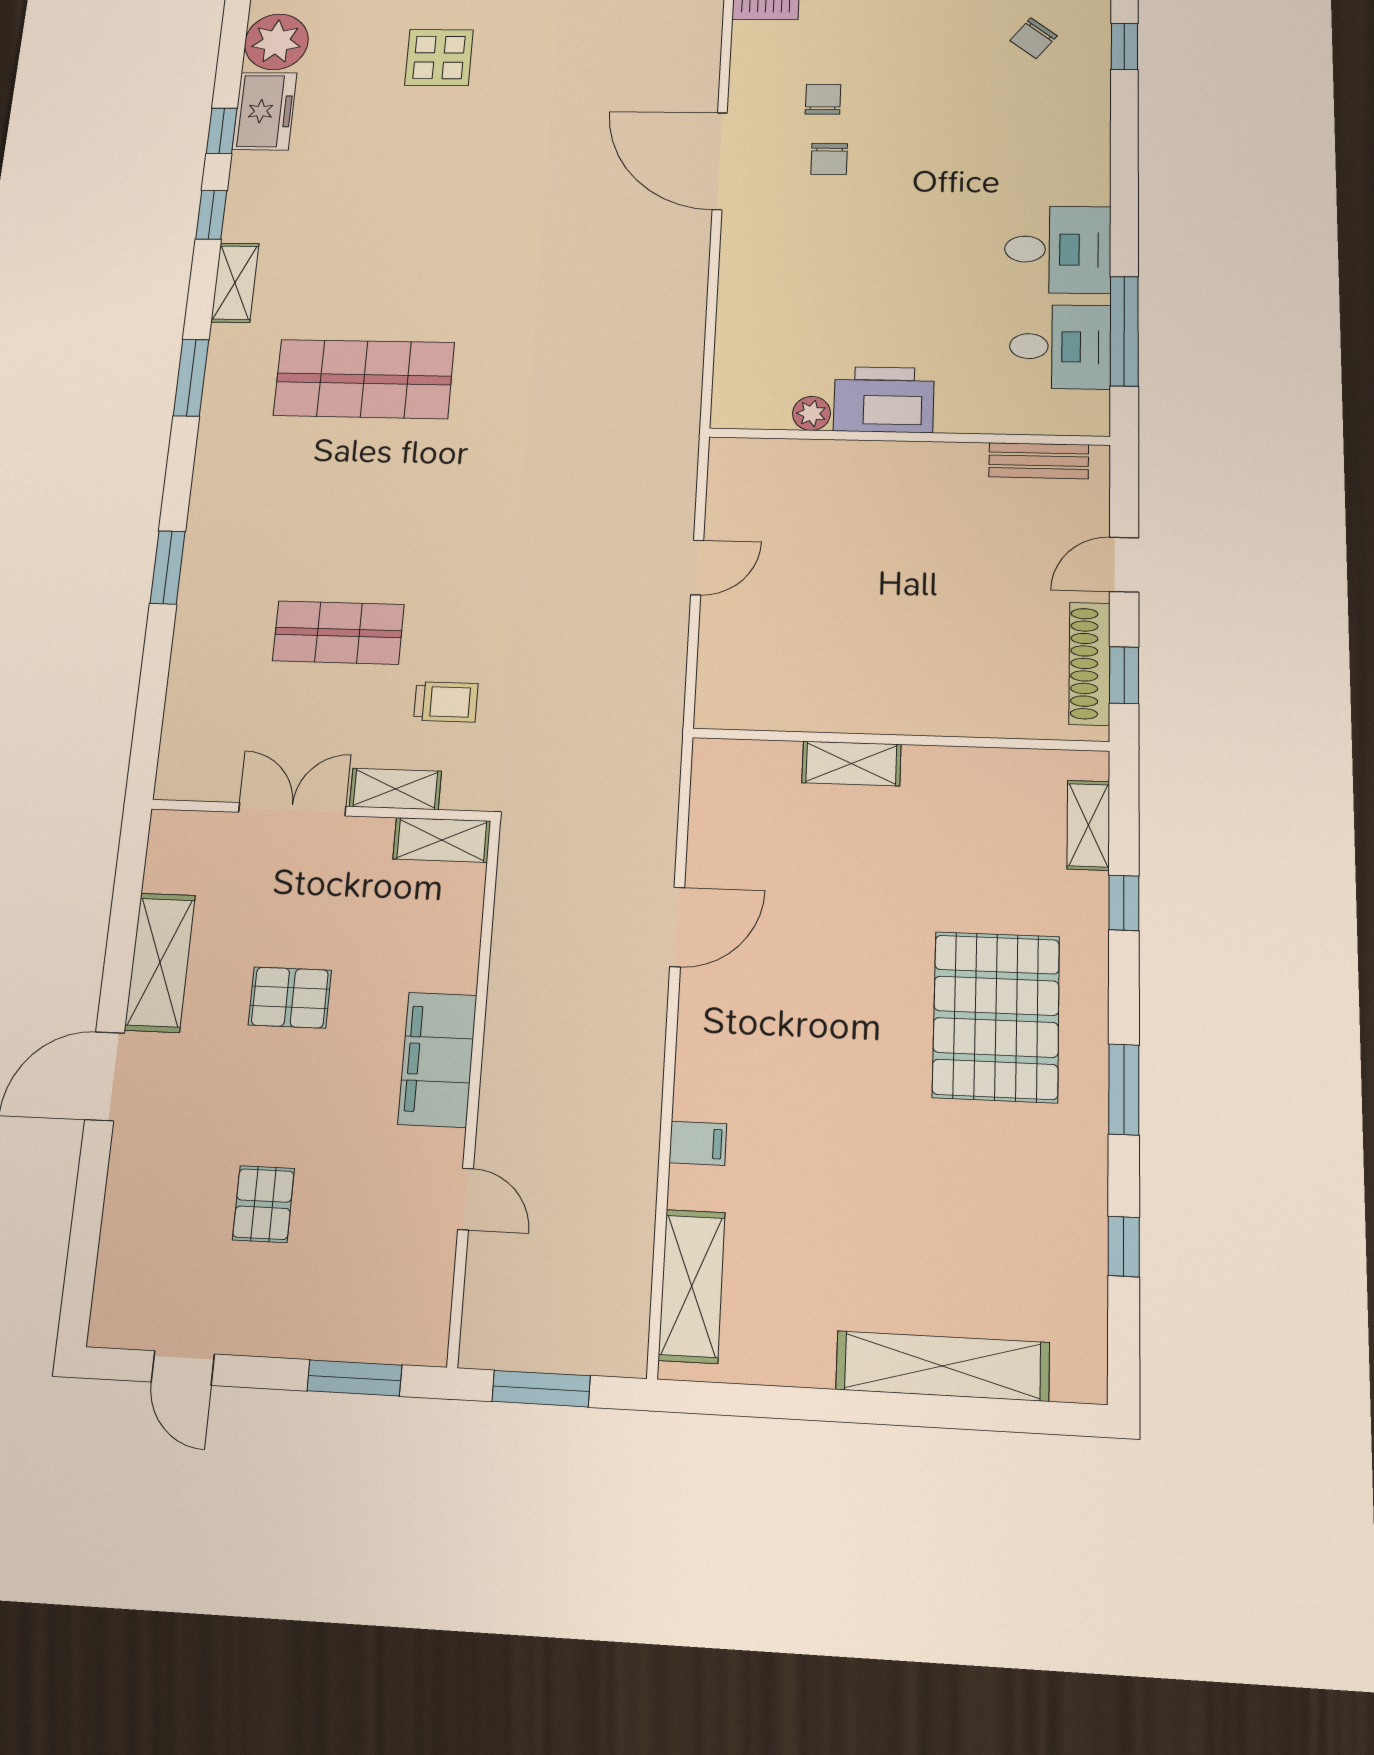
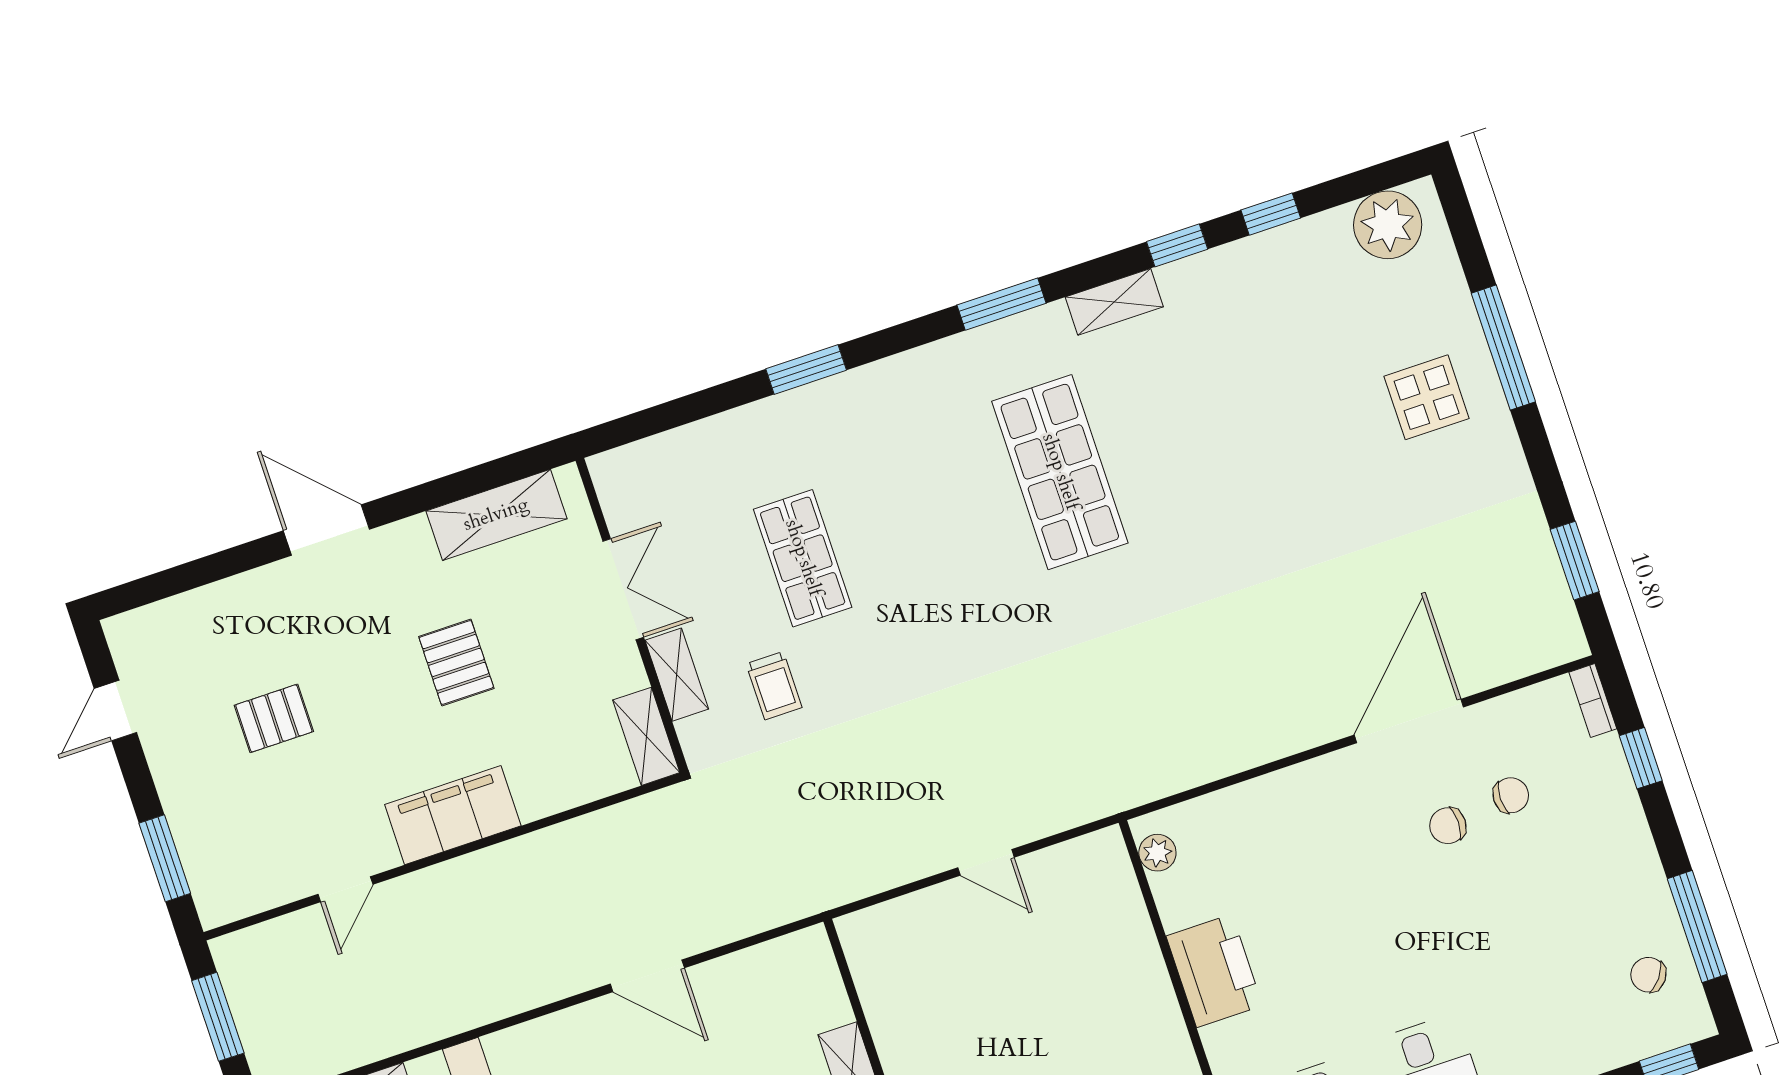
freezer: (264, 111) -> (1307, 248), removed
plant: (811, 413) -> (1157, 853), moved
shelving: (160, 962) -> (496, 515), moved

